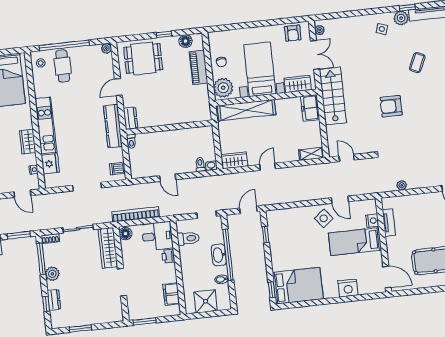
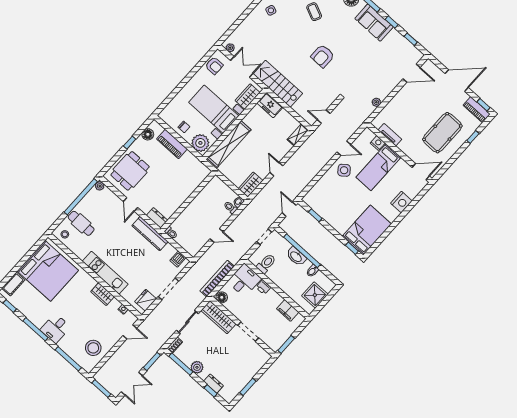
window: (64, 45) -> (81, 197), moved
fridge: (50, 164) -> (146, 300), moved, turned -90

